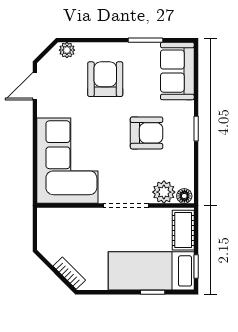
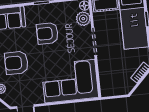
armchair: (147, 133) -> (47, 33), turned -90

